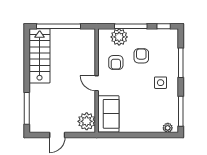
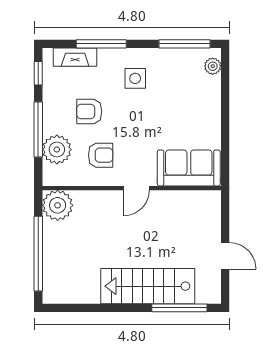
fireplace: (173, 48) -> (75, 57), added
stairs: (40, 56) -> (148, 286), moved
plant: (87, 121) -> (58, 205), moved

